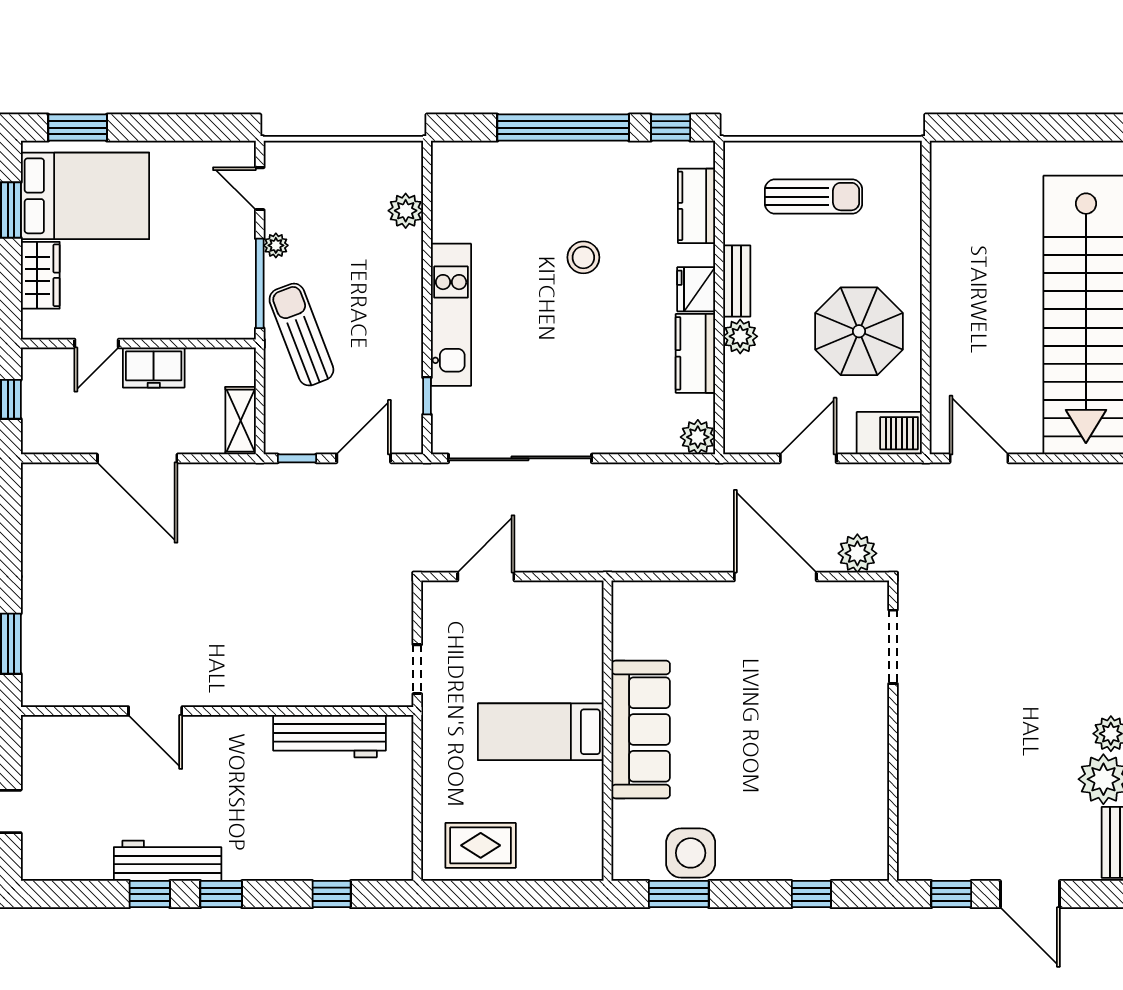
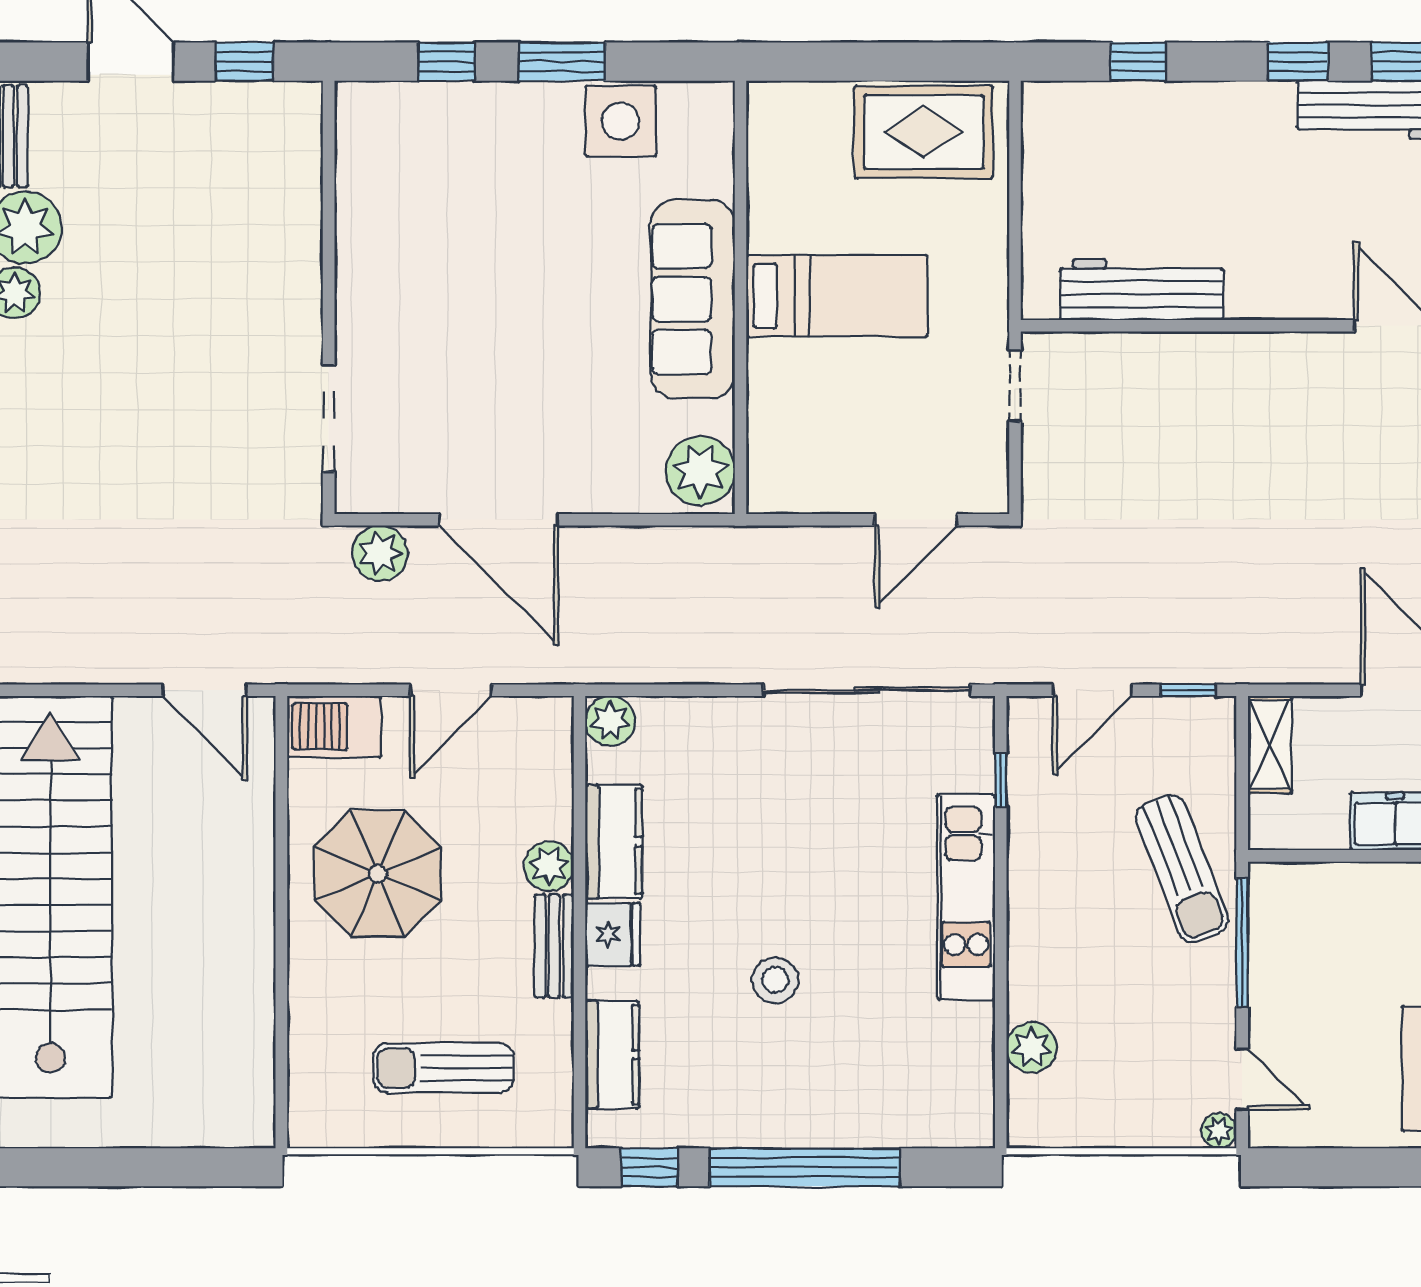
plant: (276, 245) -> (1219, 1131), moved
plant: (635, 610) -> (700, 471), added
rug: (481, 845) -> (924, 132), width x1.36, depth x1.43
window: (679, 894) -> (562, 62), moved

